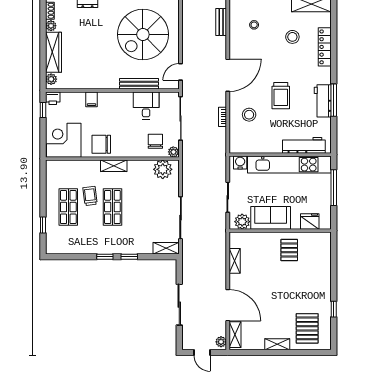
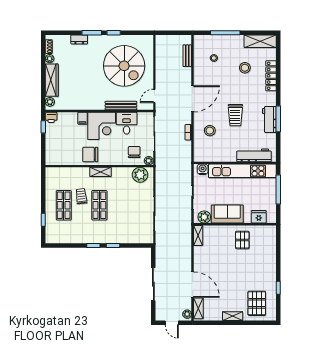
spiral stairs: (143, 34) -> (124, 66), turned -90
corner desk: (64, 140) -> (102, 126), moved, turned 180
shelving: (166, 248) -> (143, 239), removed
shelving: (235, 261) -> (198, 235), moved

